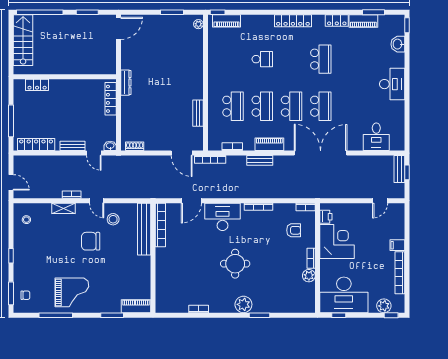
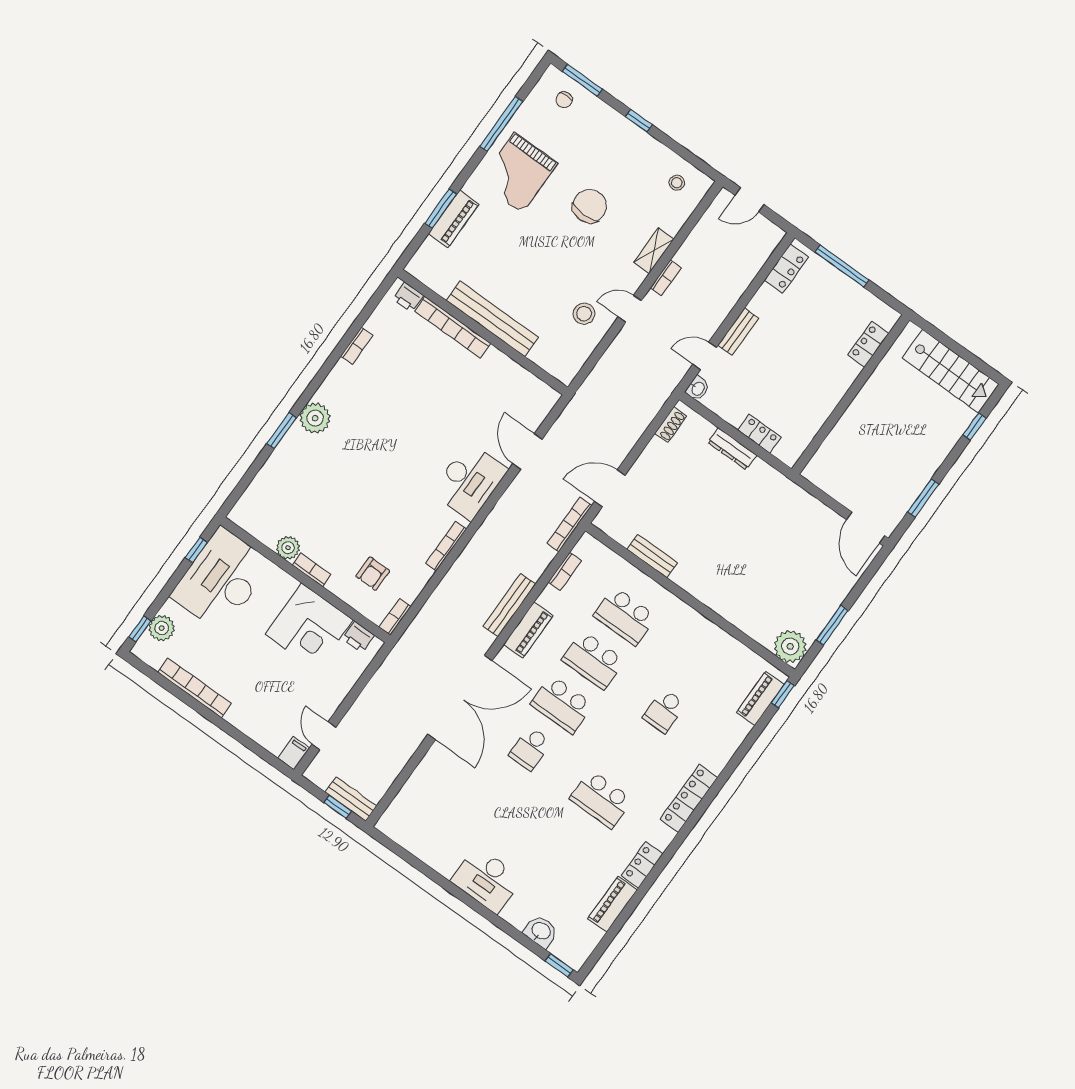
window: (40, 12) -> (975, 426), width x0.32
window: (373, 12) -> (615, 929), removed
plant: (198, 24) -> (790, 646), width x1.88, depth x1.88
dresser: (126, 83) -> (732, 449), moved
locker: (111, 99) -> (760, 434), width x0.66
school desk: (321, 106) -> (530, 748), width x0.54
desk: (376, 137) -> (424, 799), removed
locker: (36, 145) -> (786, 269), width x0.66
bench: (260, 160) -> (509, 605), width x1.36
bookcase: (160, 225) -> (453, 327), moved
bench: (144, 229) -> (492, 319), moved
chair: (91, 241) -> (590, 206), moved
filing cabinet: (397, 245) -> (294, 753), moved
round table: (235, 264) -> (385, 450), removed
printer: (161, 302) -> (408, 297), added
piano: (136, 306) -> (454, 219), moved

